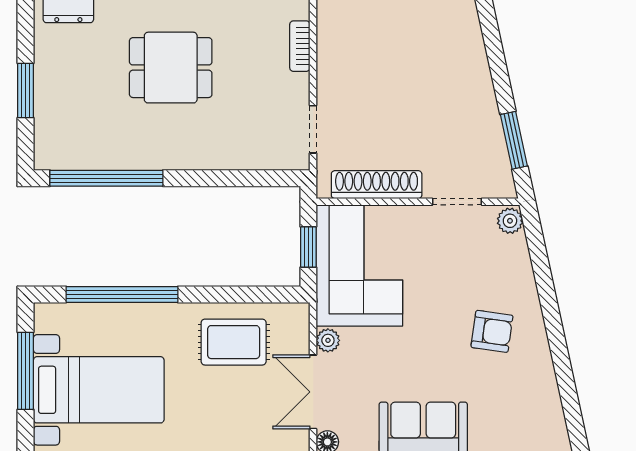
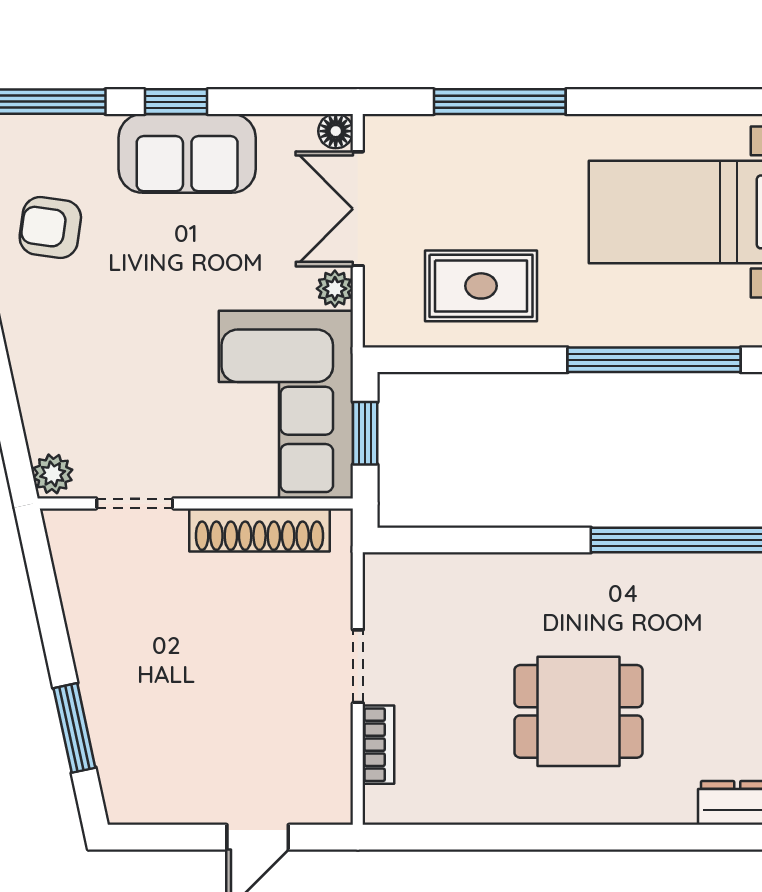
doorway: (313, 129) -> (358, 666), moved
window: (514, 140) -> (74, 728), moved
armchair: (492, 331) -> (50, 228), moved
double door: (313, 392) -> (358, 209), swing flipped

